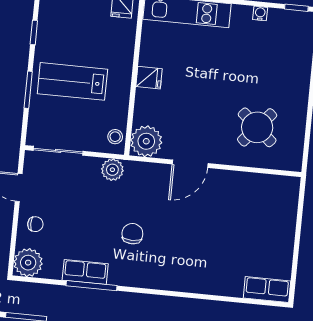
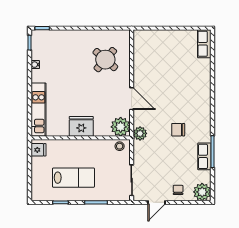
fridge: (149, 78) -> (81, 126), width x1.88, depth x1.34
lab bench: (72, 81) -> (73, 178), moved, turned -90
plant: (112, 170) -> (140, 133), moved

